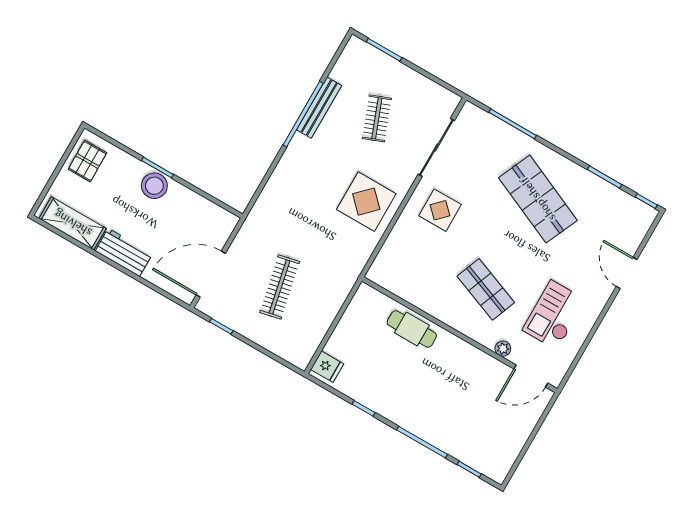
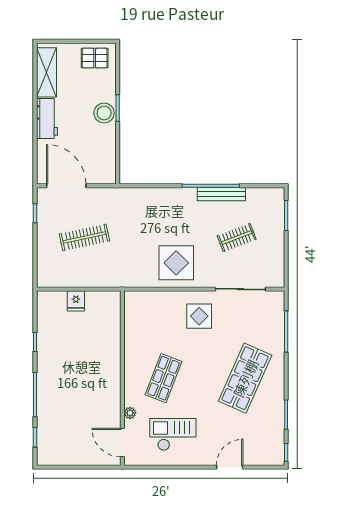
cafe table: (412, 329) -> (108, 344), removed
fridge: (327, 367) -> (76, 301), moved

